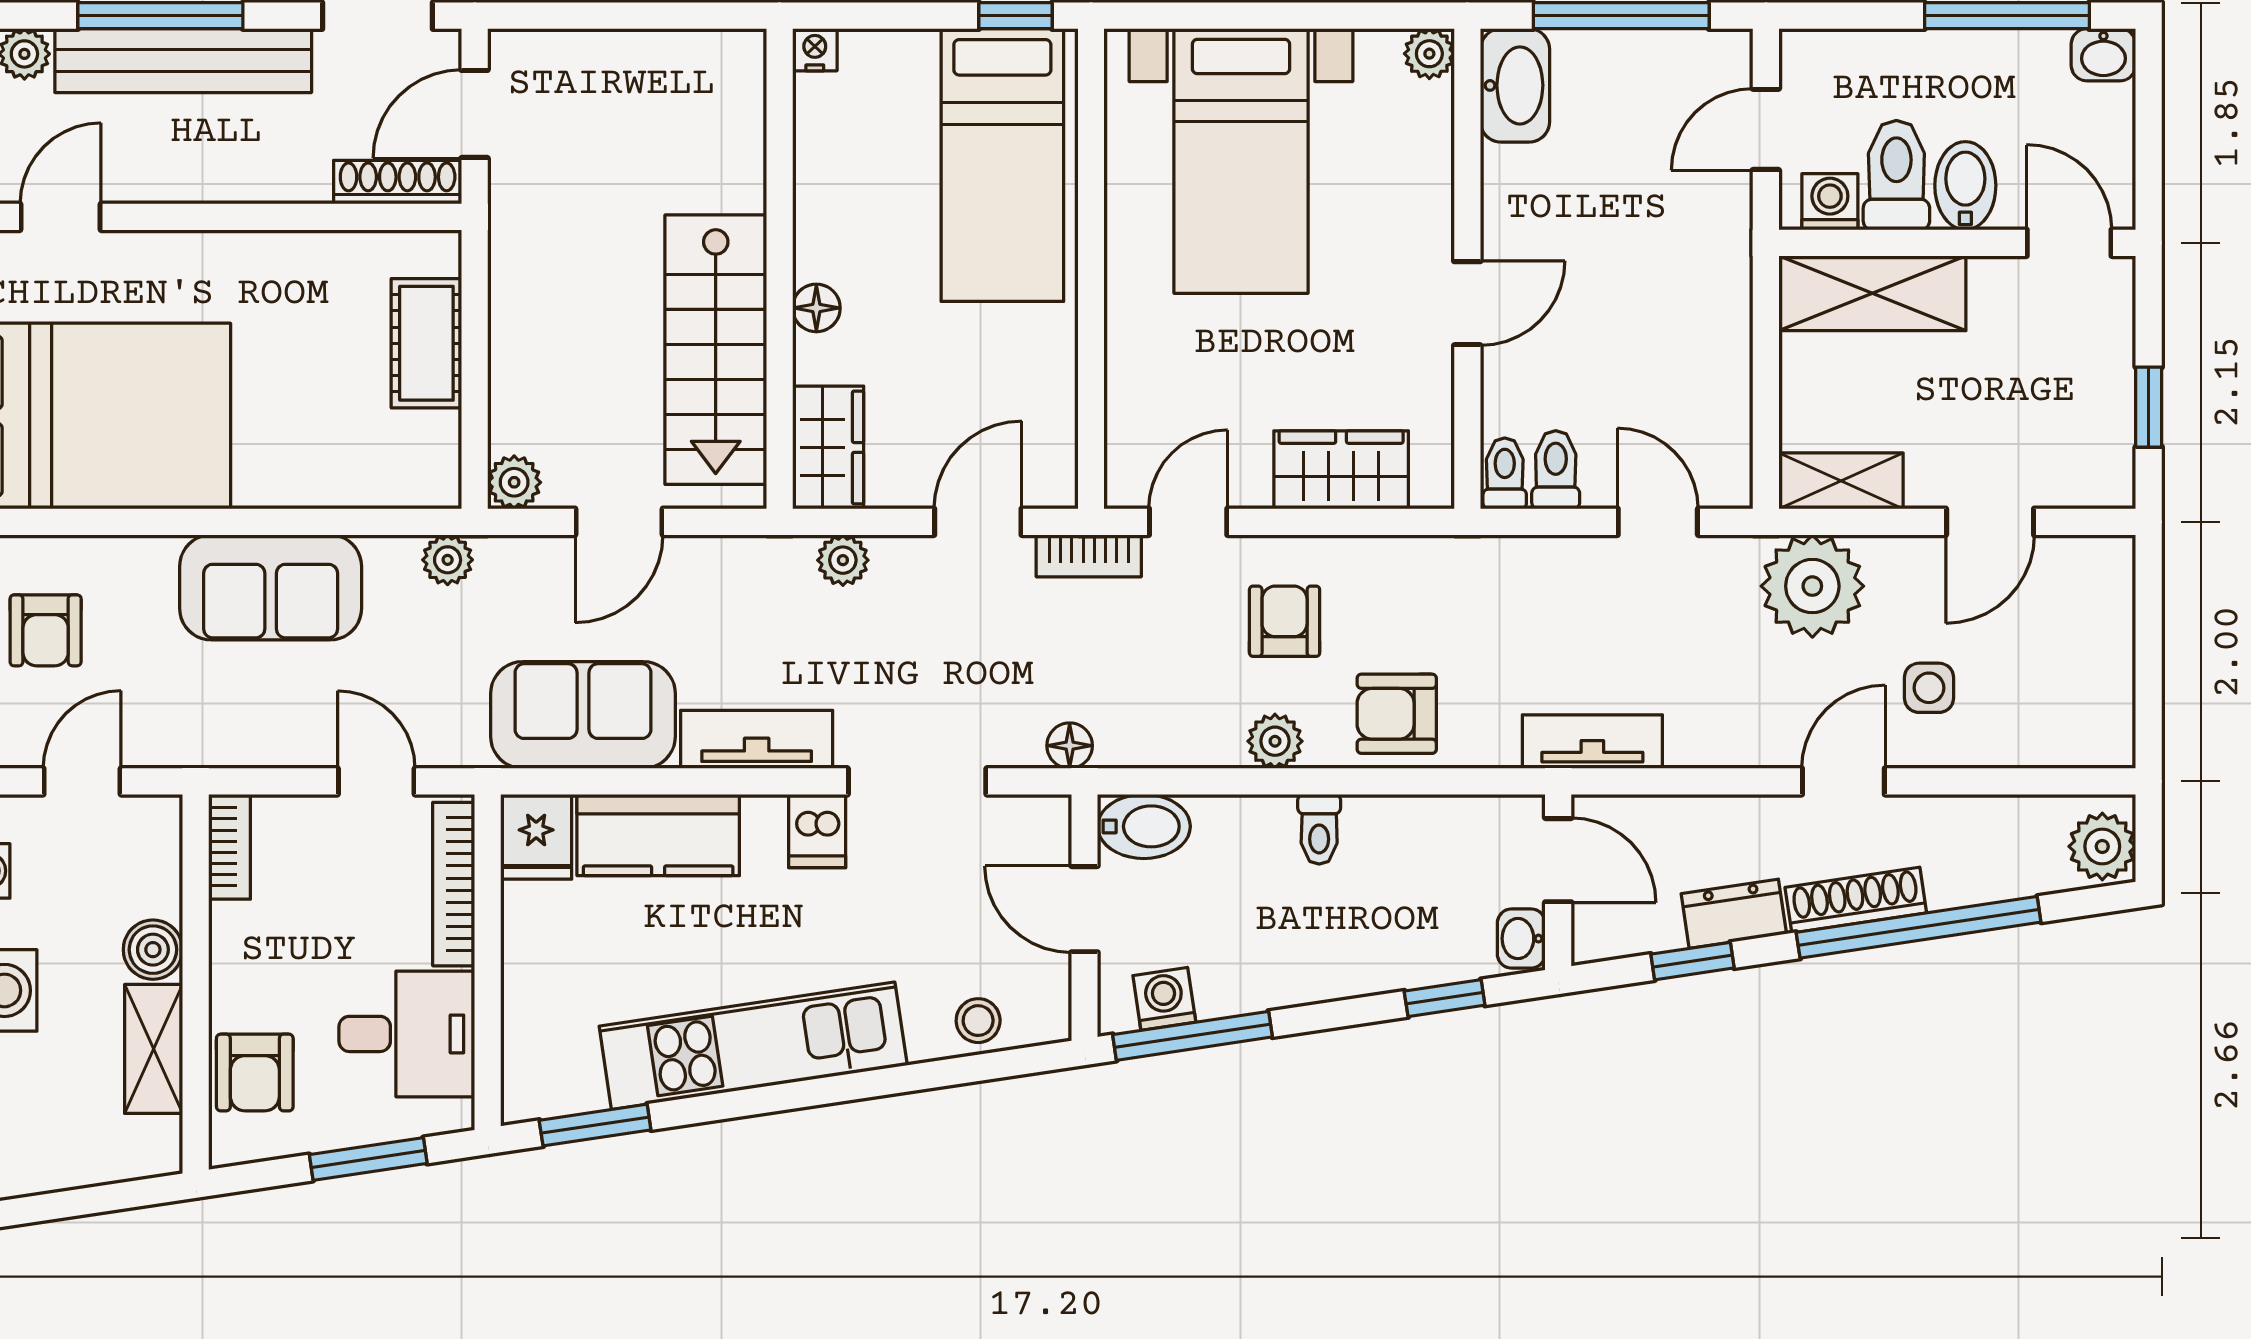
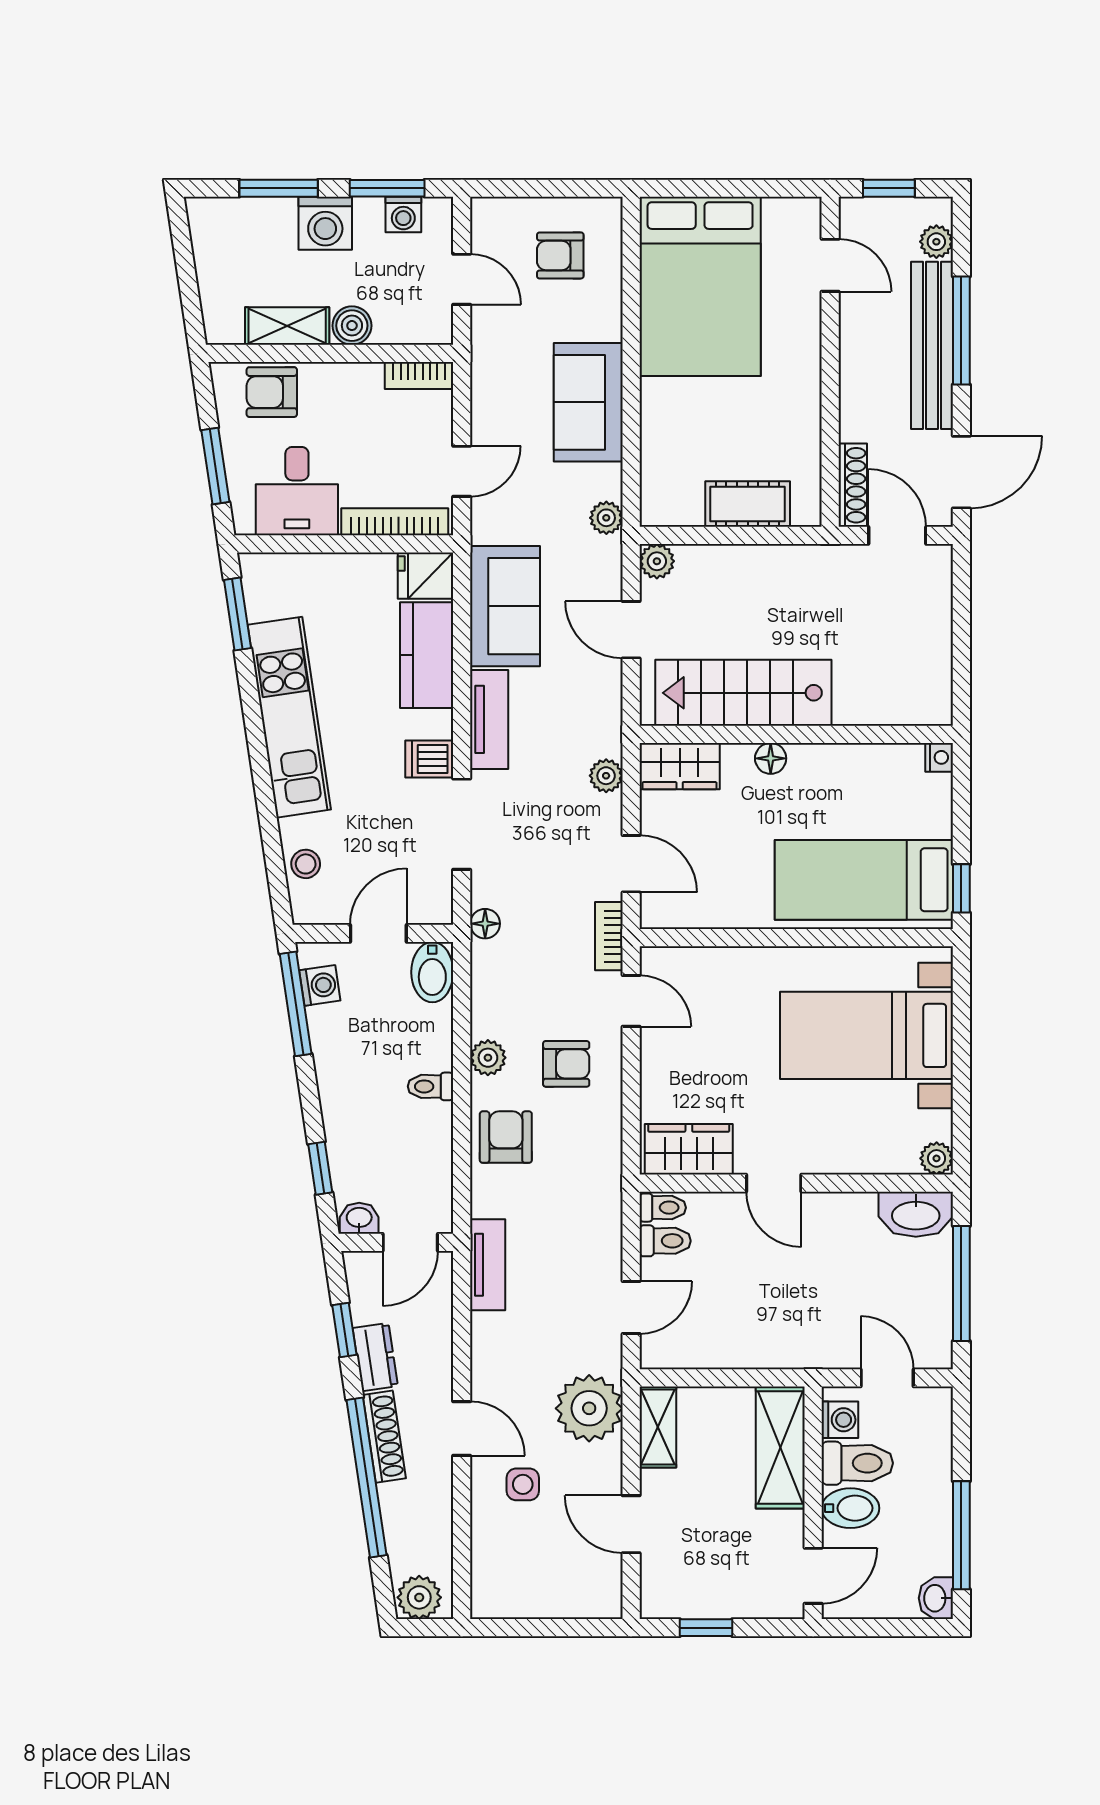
wardrobe: (1341, 470) -> (689, 1149), moved, turned -90

